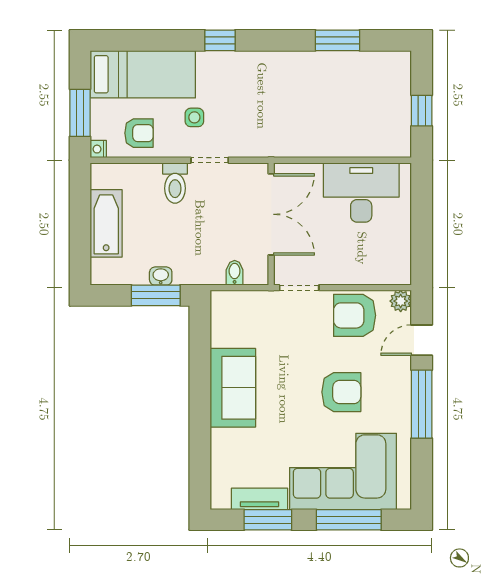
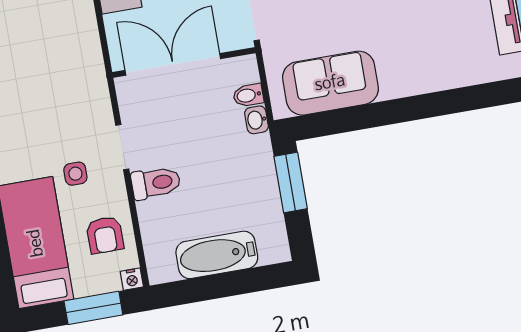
armchair: (139, 133) -> (105, 235), turned 180
washbasin: (161, 276) -> (257, 120), moved
sofa: (233, 388) -> (330, 83), moved

